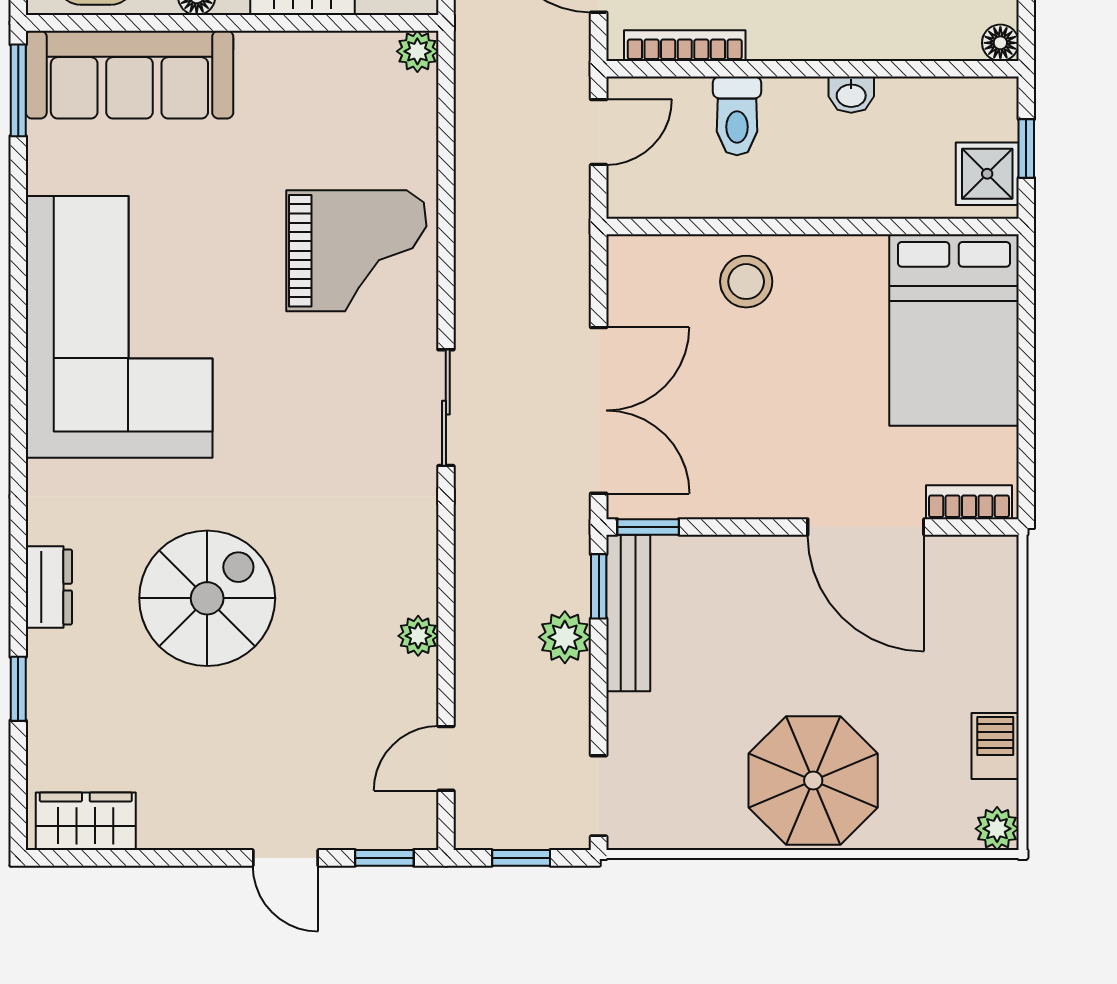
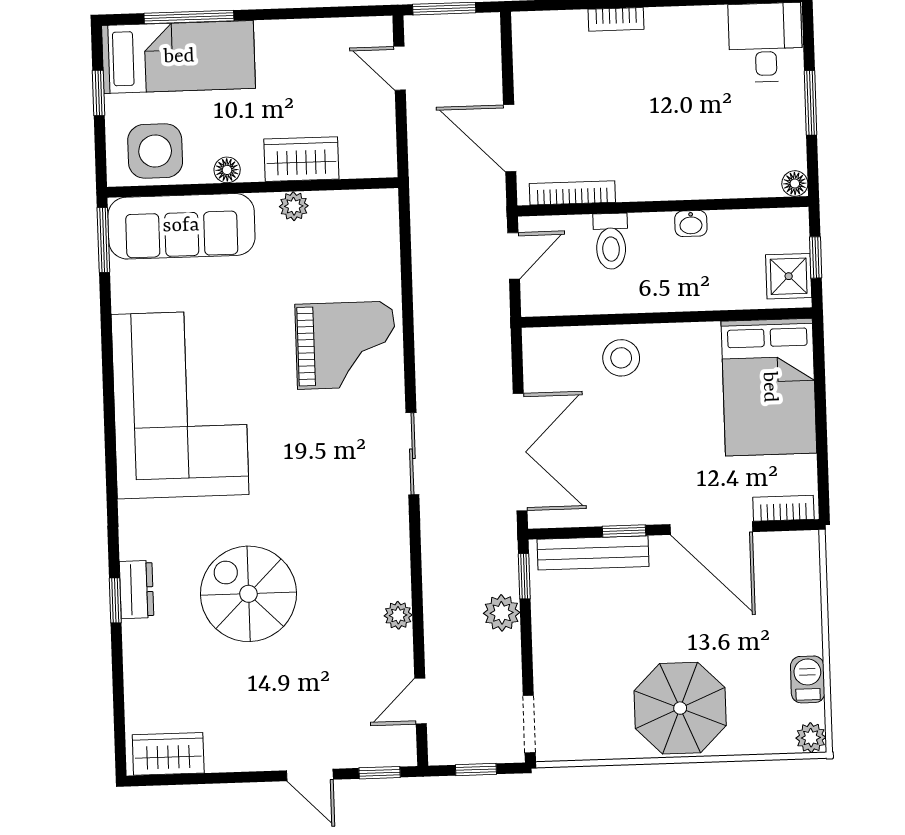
plant: (417, 51) -> (294, 206), moved
window: (648, 527) -> (624, 531), moved
spiral stairs: (207, 598) -> (248, 594), turned -90
bench: (628, 613) -> (593, 553), moved, turned 90
window: (18, 689) -> (115, 600), moved

